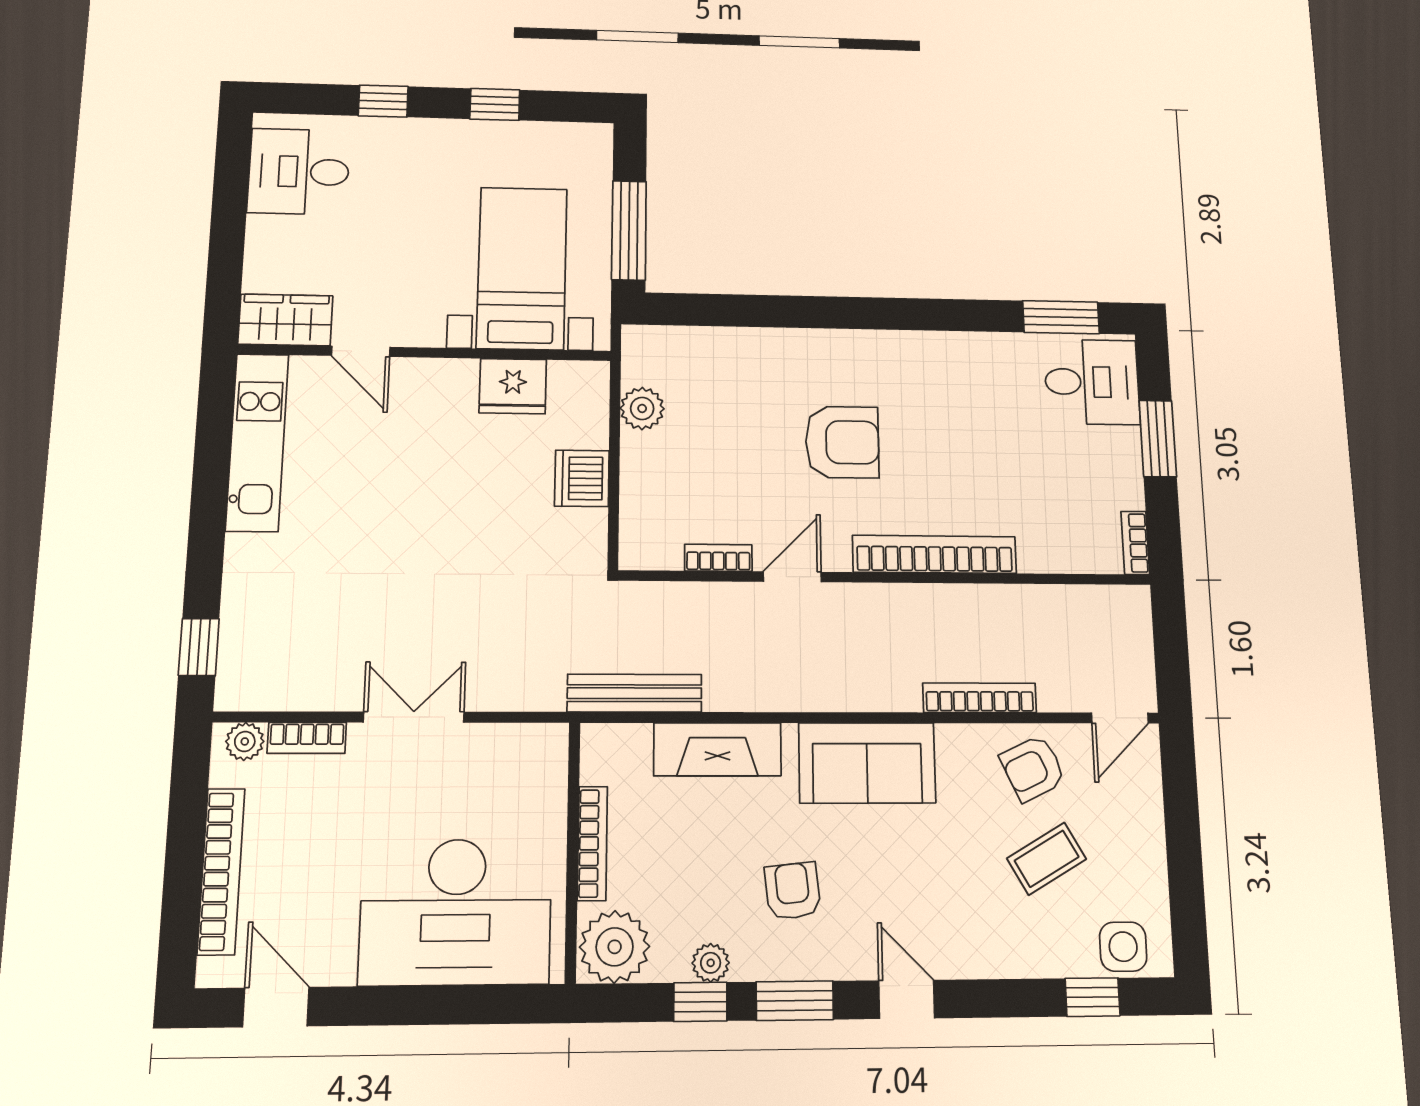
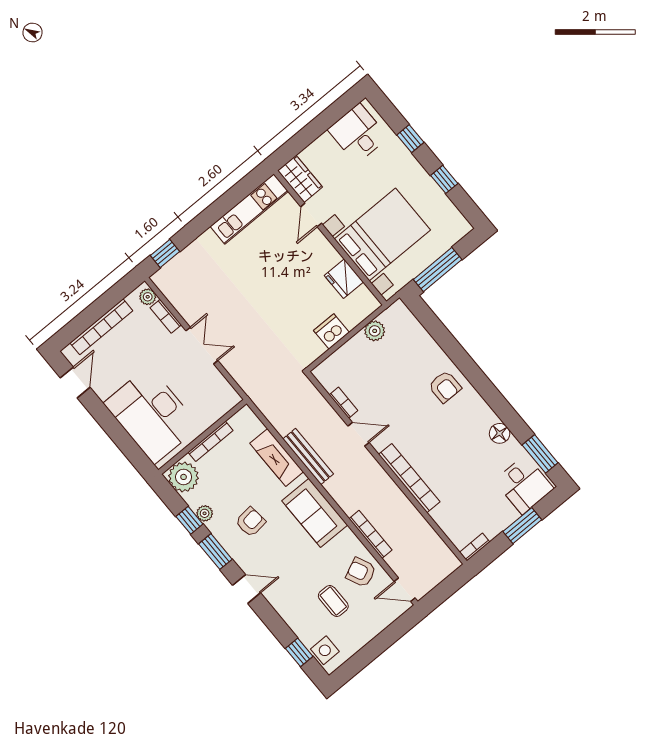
bed with nightstands: (522, 268) -> (382, 235), width x1.36
floor lamp: (977, 352) -> (500, 433), added
armchair: (842, 442) -> (445, 387), moved, width x0.72, depth x0.72
bench: (635, 693) -> (308, 457), moved
coffee table: (1047, 859) -> (333, 601), turned 30
door: (907, 999) -> (247, 589), hinge flipped

